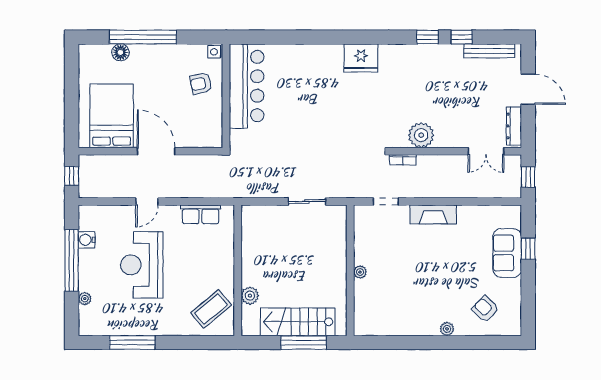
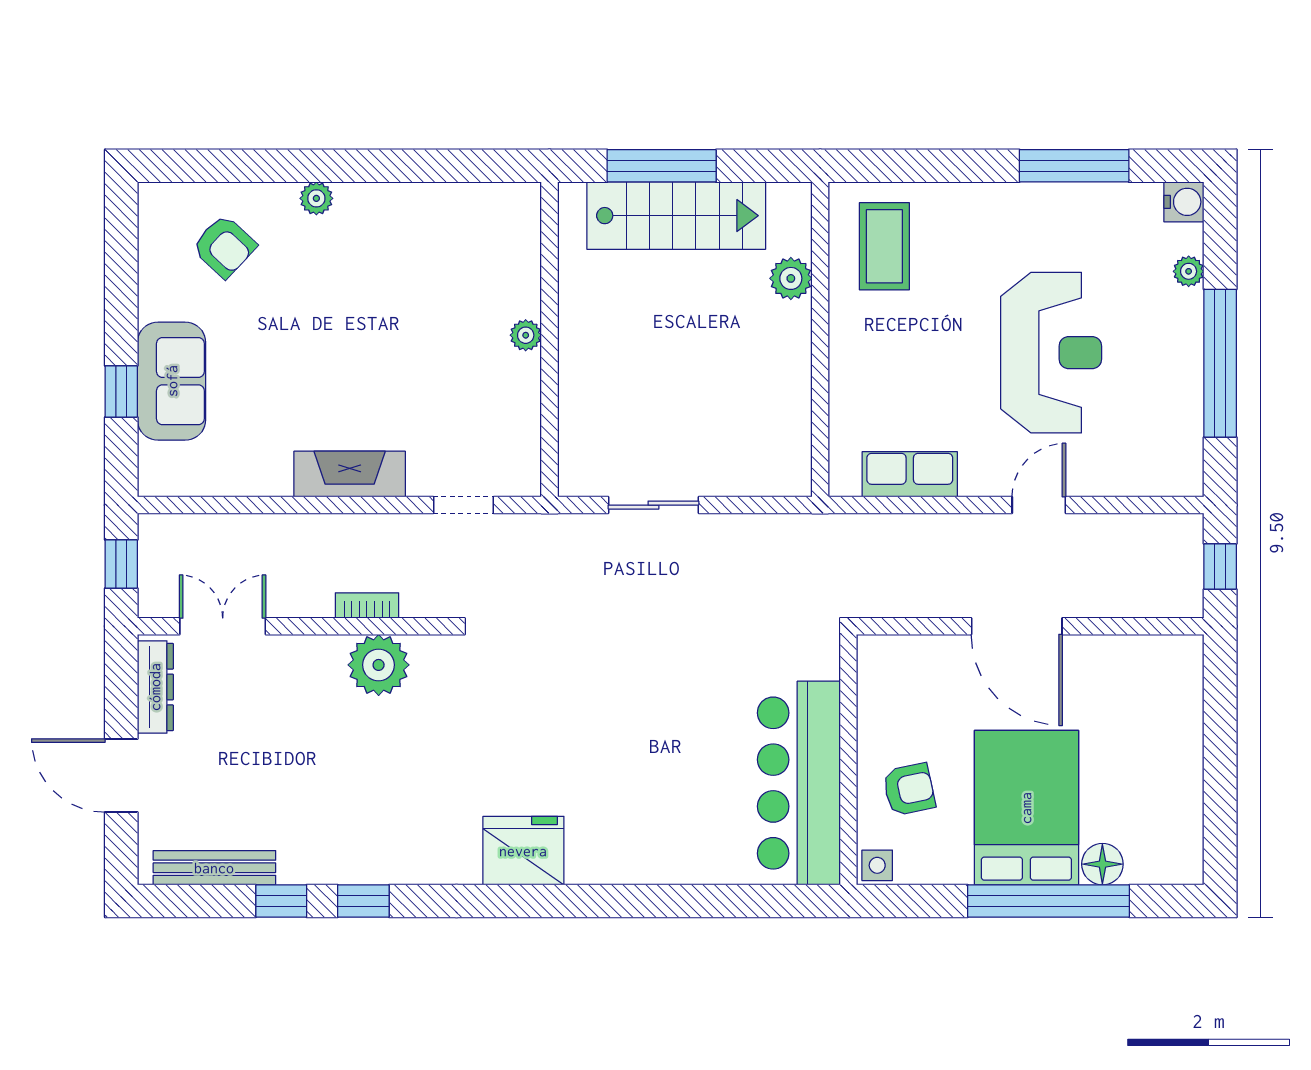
bed: (112, 116) -> (1026, 808), moved, turned 180
bookcase: (403, 160) -> (367, 606), moved
water cooler: (87, 240) -> (1184, 202), moved
coffee table: (211, 309) -> (884, 246), turned -50

